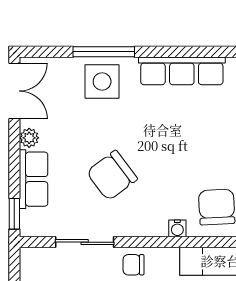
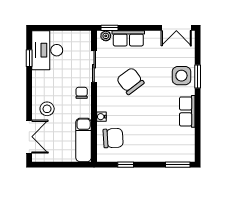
window: (104, 52) -> (198, 77), width x0.69
row of seats: (182, 71) -> (187, 111), width x0.68
plant: (29, 138) -> (106, 36), moved

